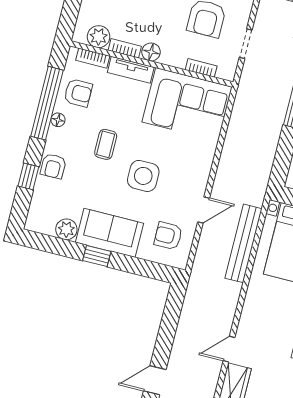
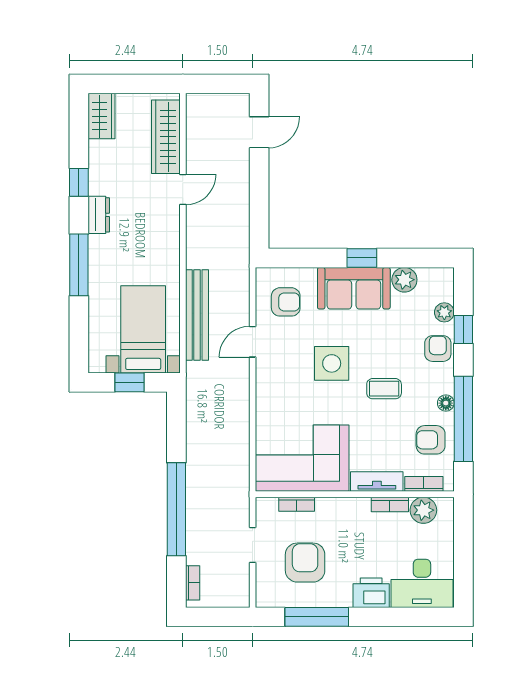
floor lamp: (151, 52) -> (359, 508), removed
coffee table: (106, 144) -> (384, 389), turned 90
plant: (40, 194) -> (444, 312), added

